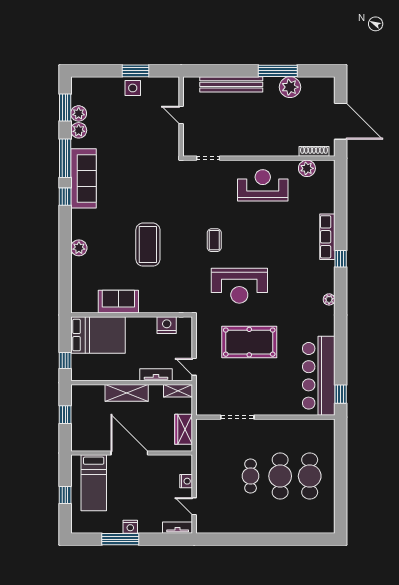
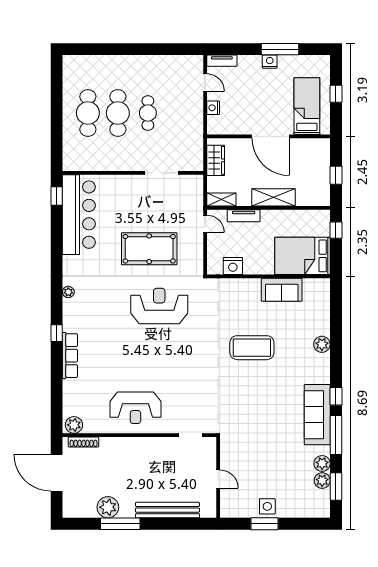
plant: (307, 168) -> (74, 425), moved
coffee table: (214, 240) -> (185, 352), removed
coffee table: (148, 245) -> (252, 348), turned 90

